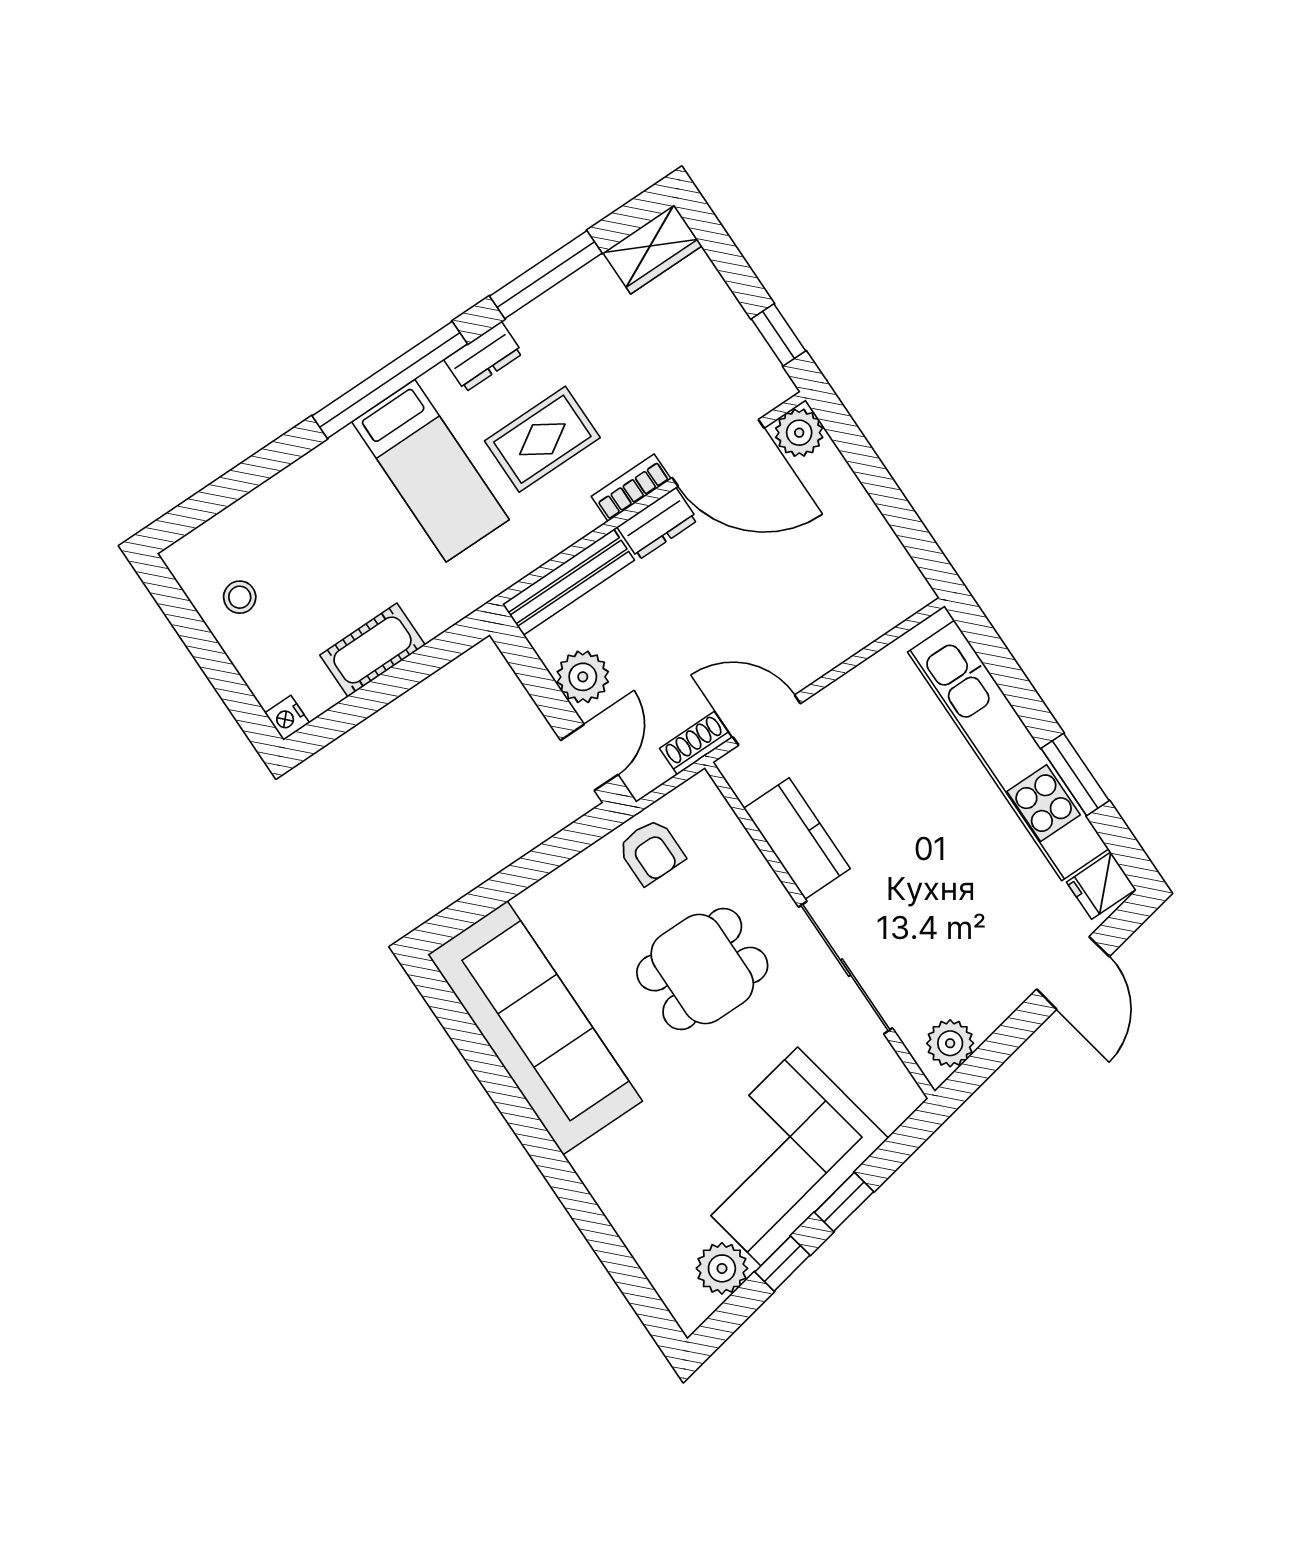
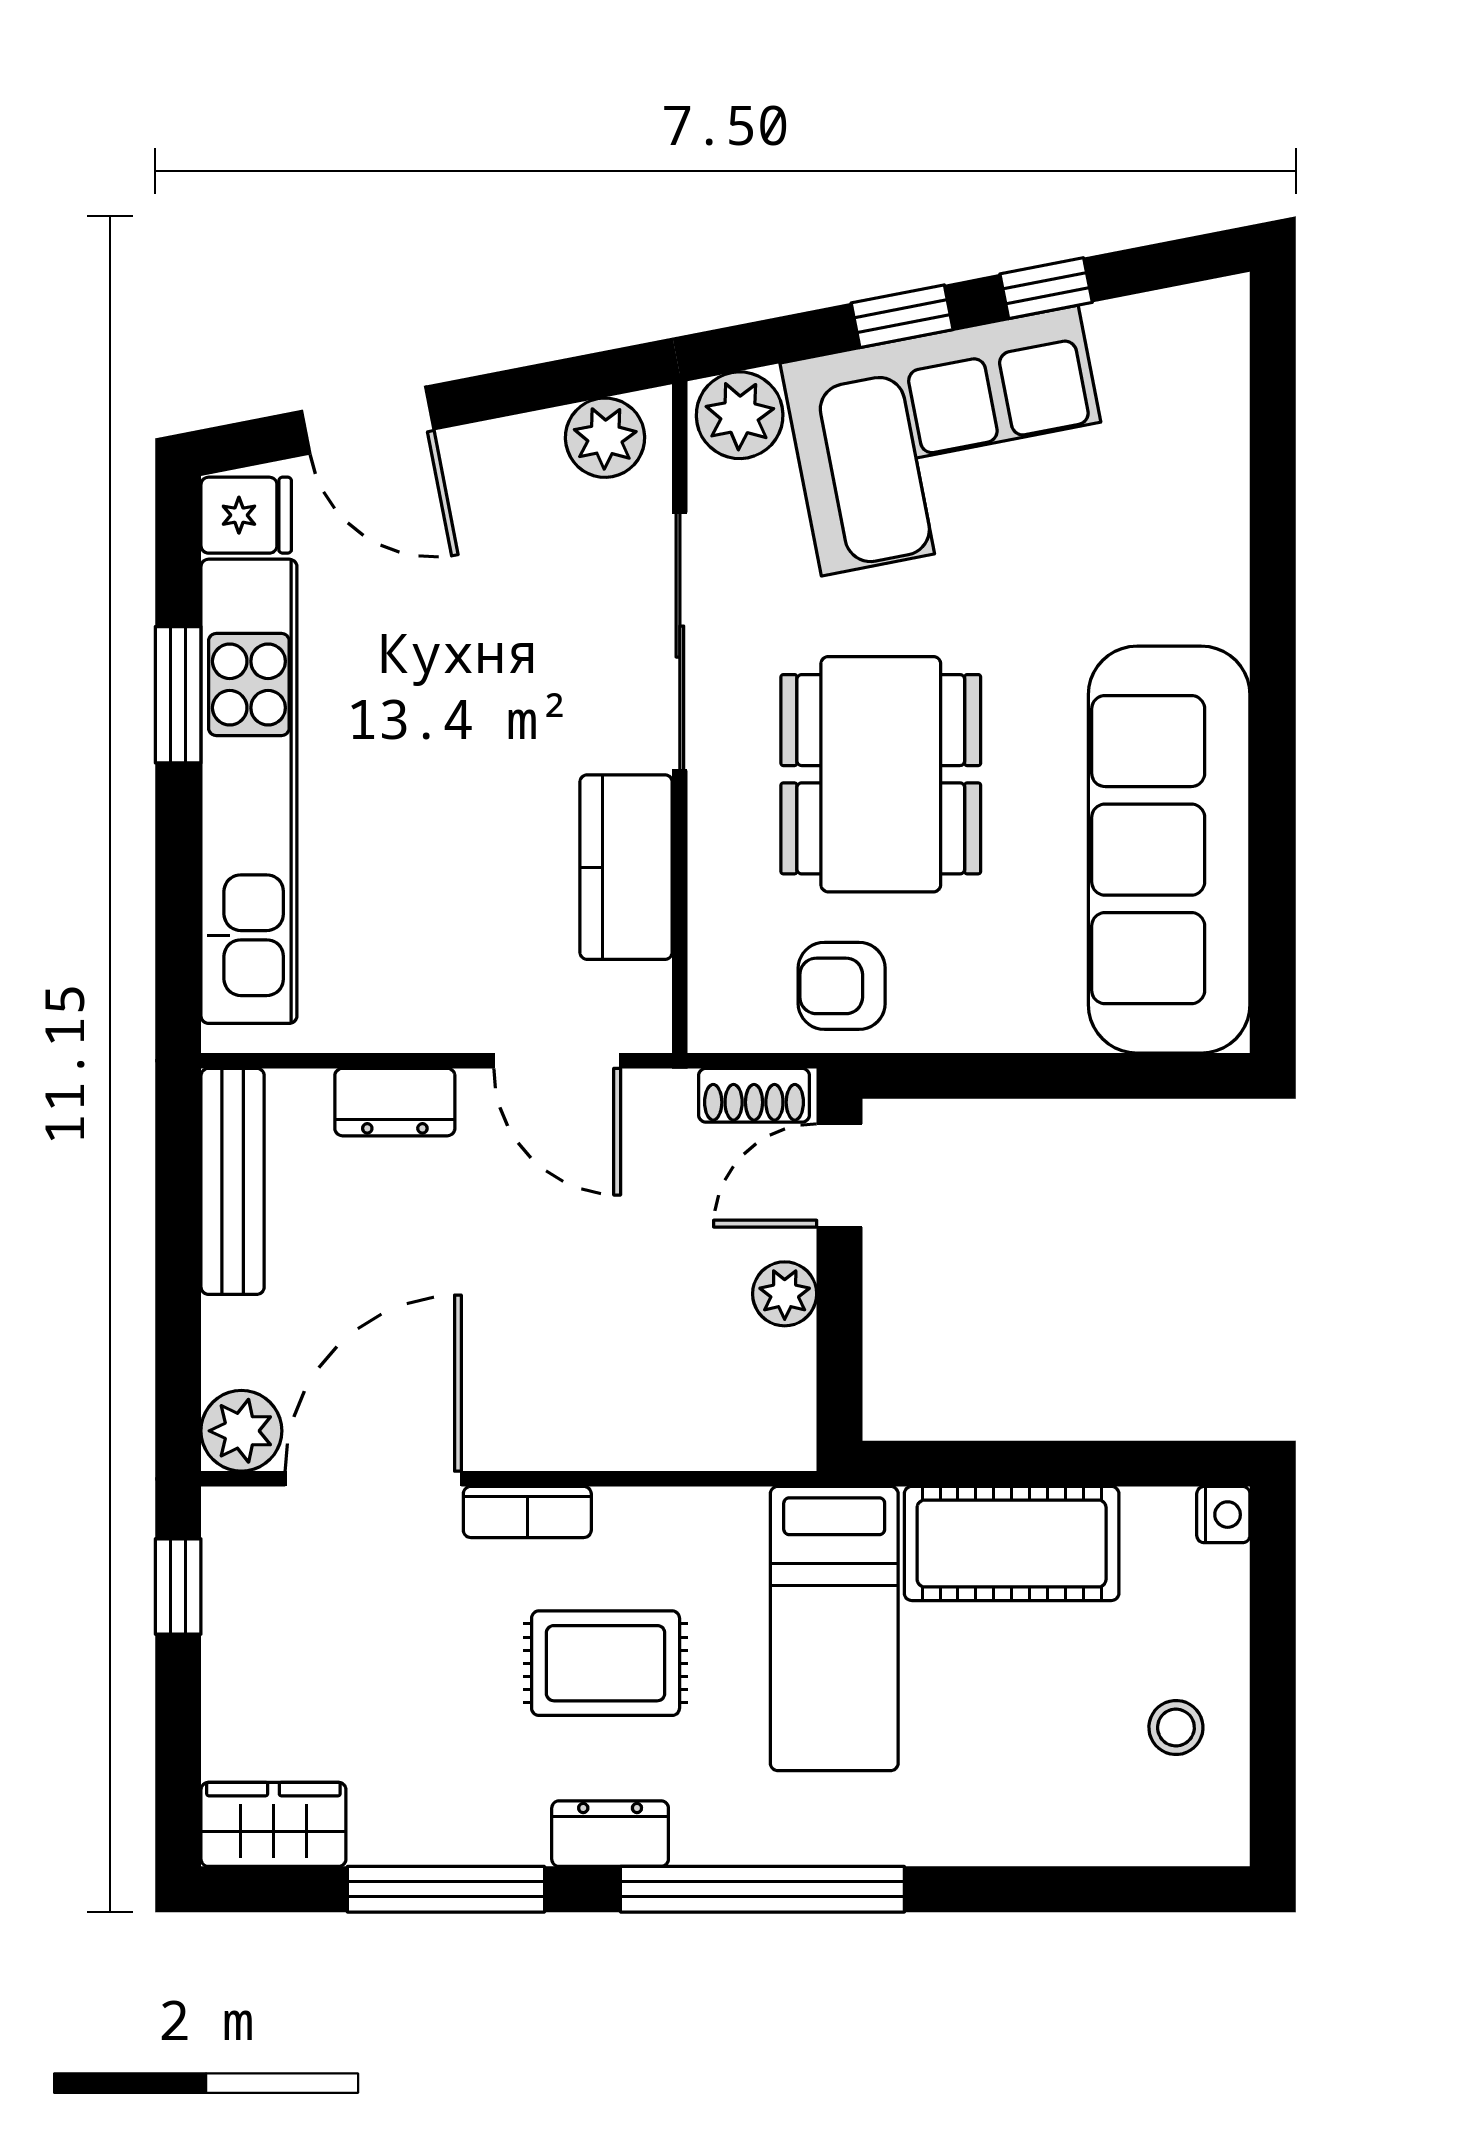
door: (718, 453) -> (373, 1479), hinge flipped
bed: (431, 471) -> (834, 1628), moved, turned 180
dresser: (657, 524) -> (395, 1102), moved, turned 180
bench: (568, 582) -> (233, 1181), moved, turned 90
cot: (372, 650) -> (1012, 1543), width x1.37, depth x1.34
plant: (583, 677) -> (785, 1294), width x0.73, depth x0.73
shoe rack: (696, 743) -> (754, 1095), moved
armchair: (651, 852) -> (842, 986), turned -90
dining table: (702, 969) -> (881, 774), width x1.38
door: (1073, 973) -> (368, 420), swing flipped
plant: (722, 1268) -> (740, 415), moved

